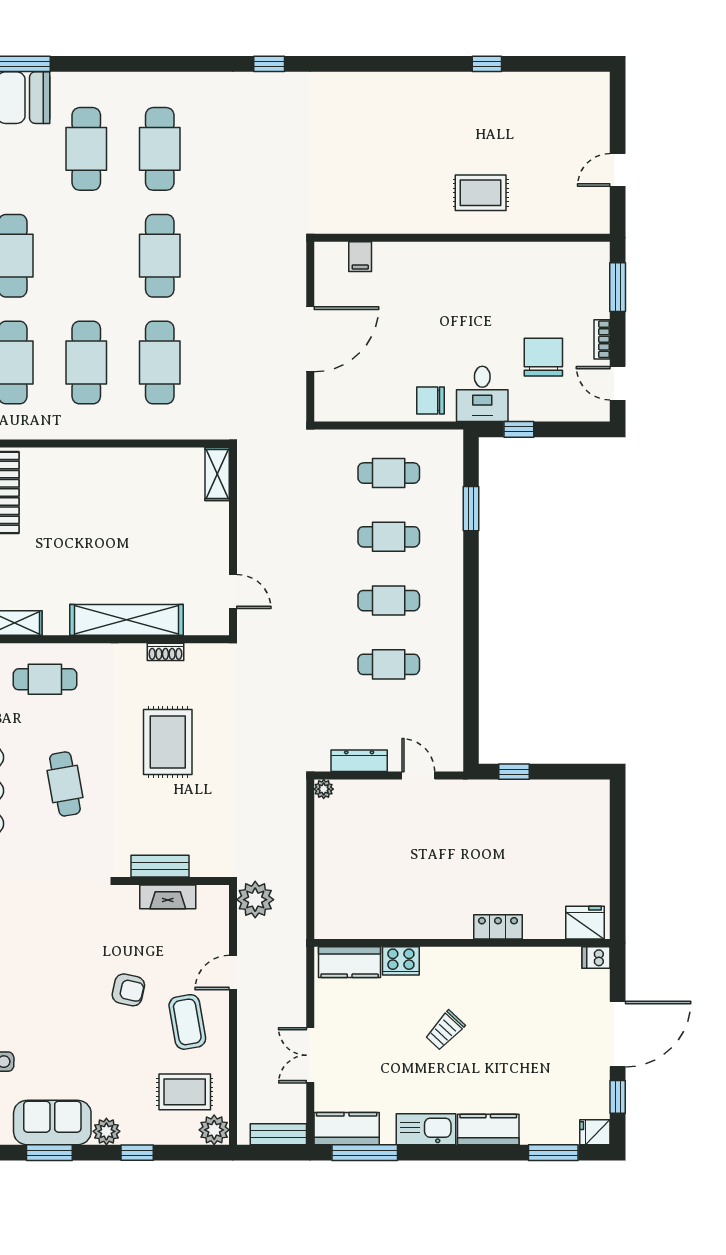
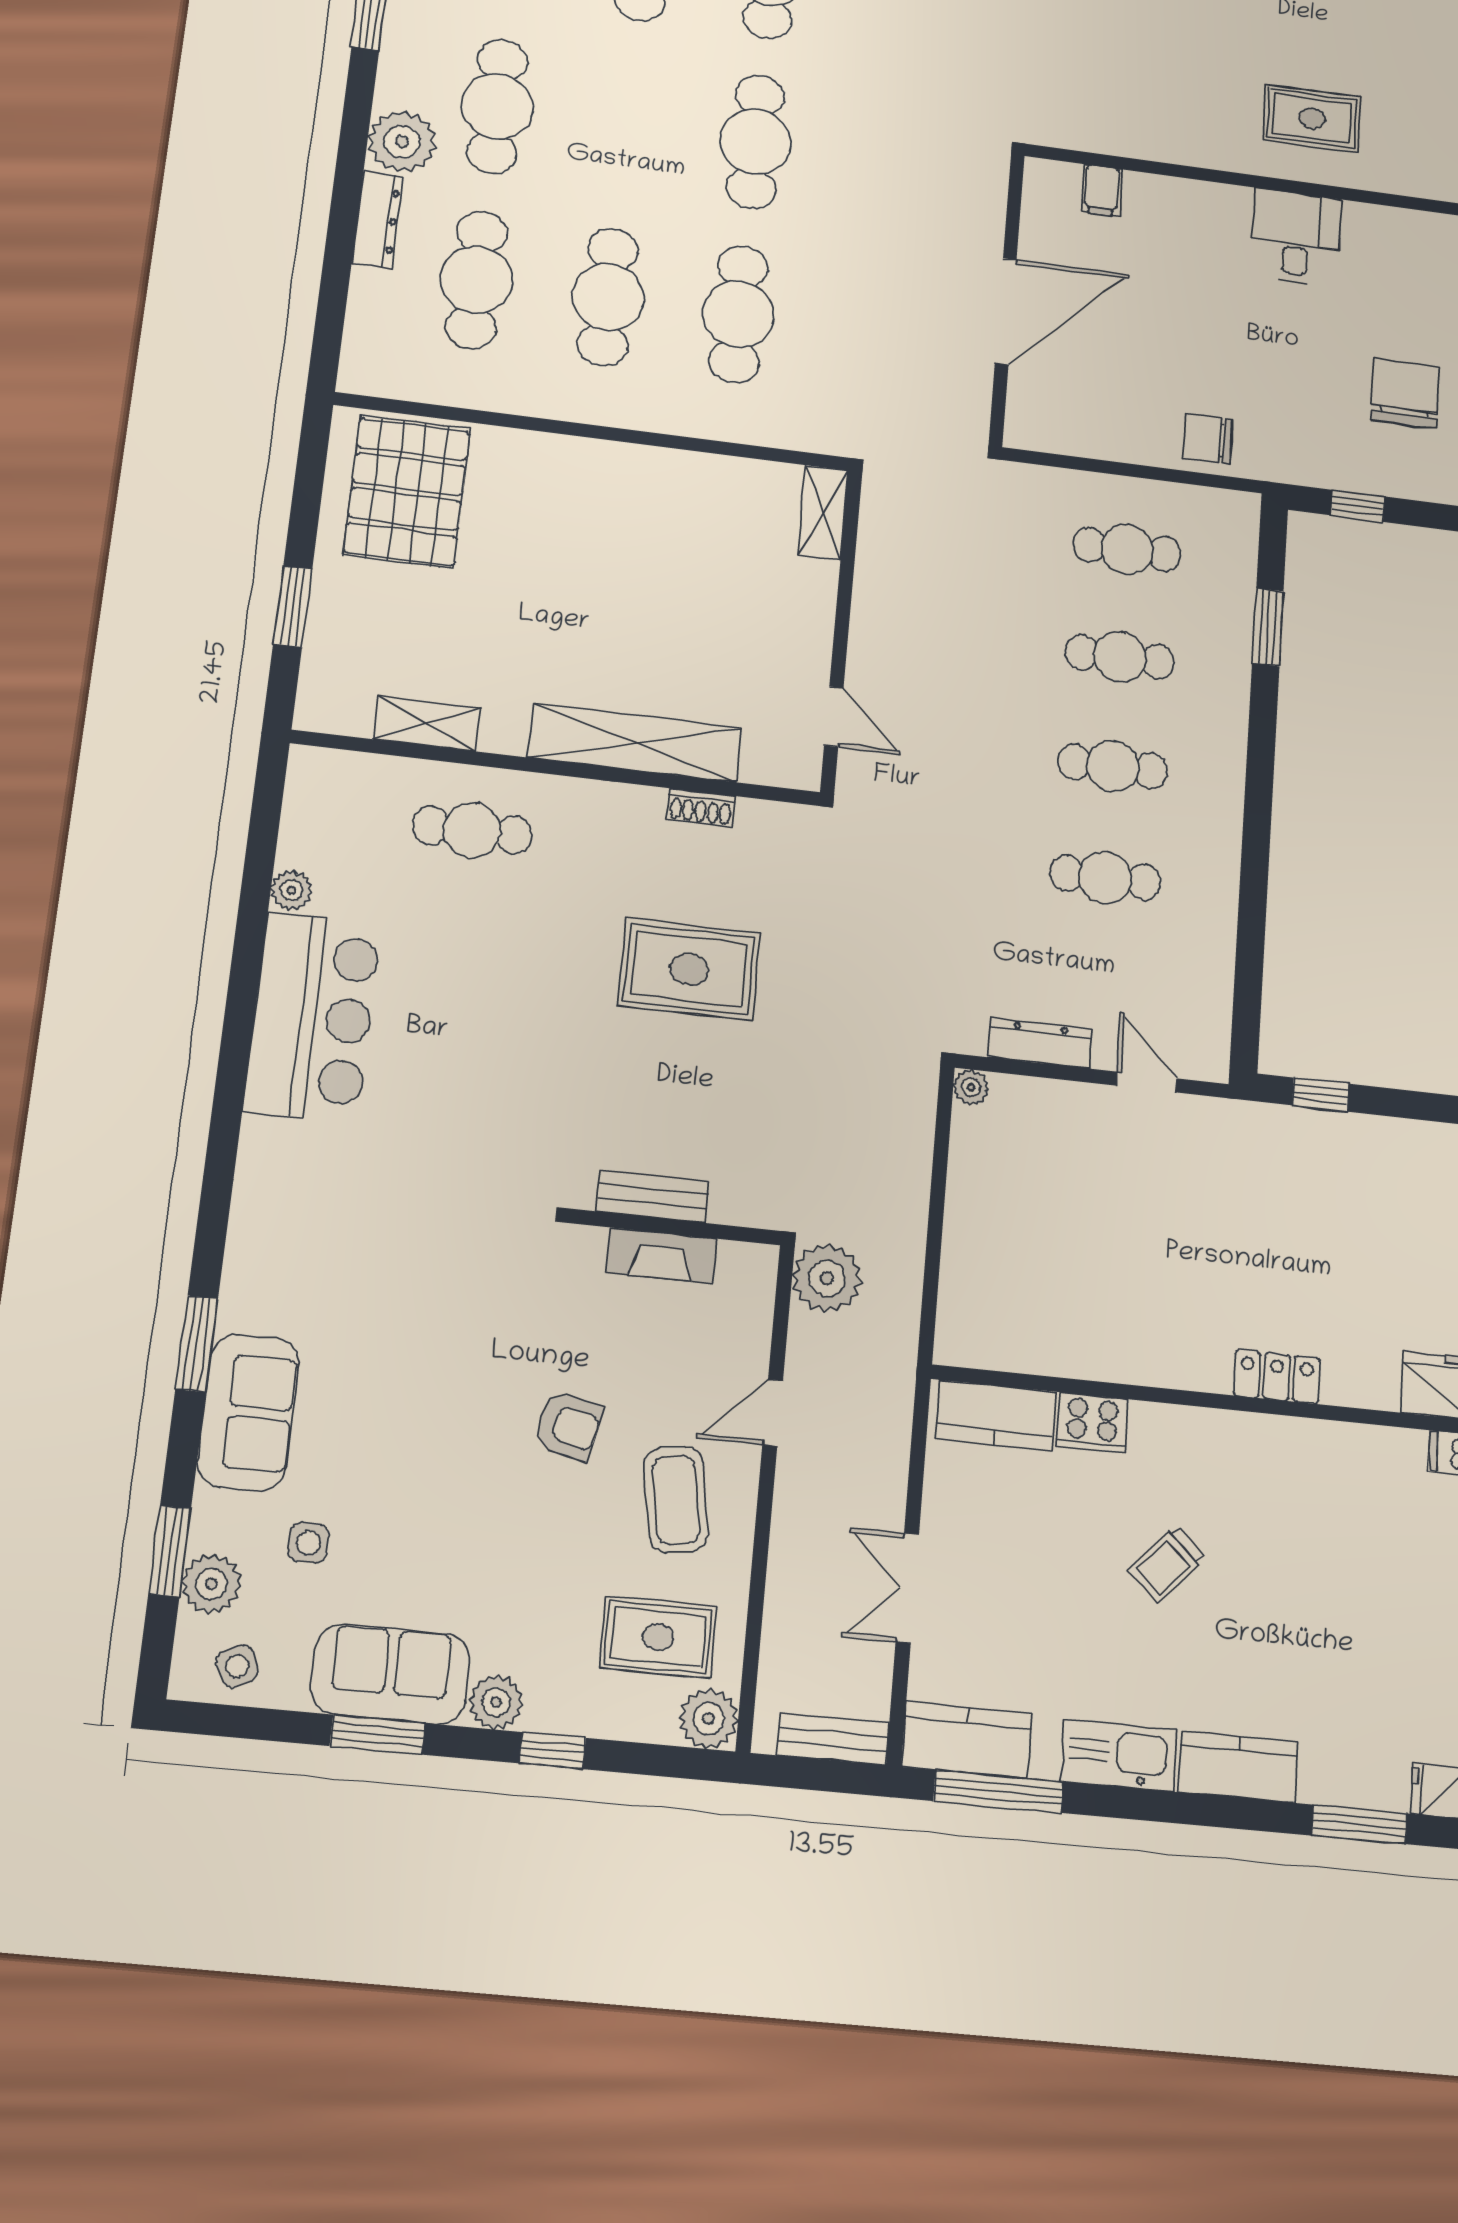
desk: (482, 394) -> (1296, 237), moved, turned 180
rug: (168, 742) -> (689, 969), turned 90
cafe table: (65, 784) -> (488, 1024), removed

